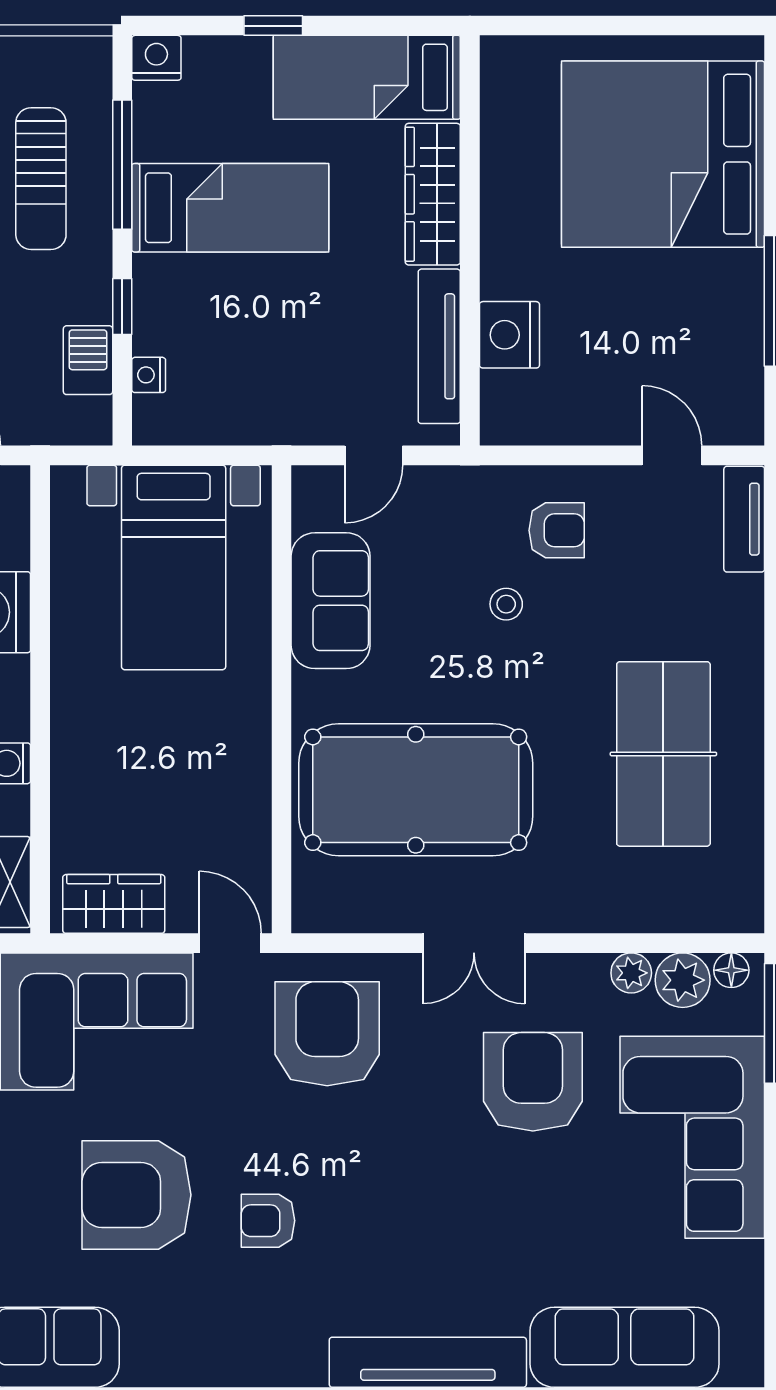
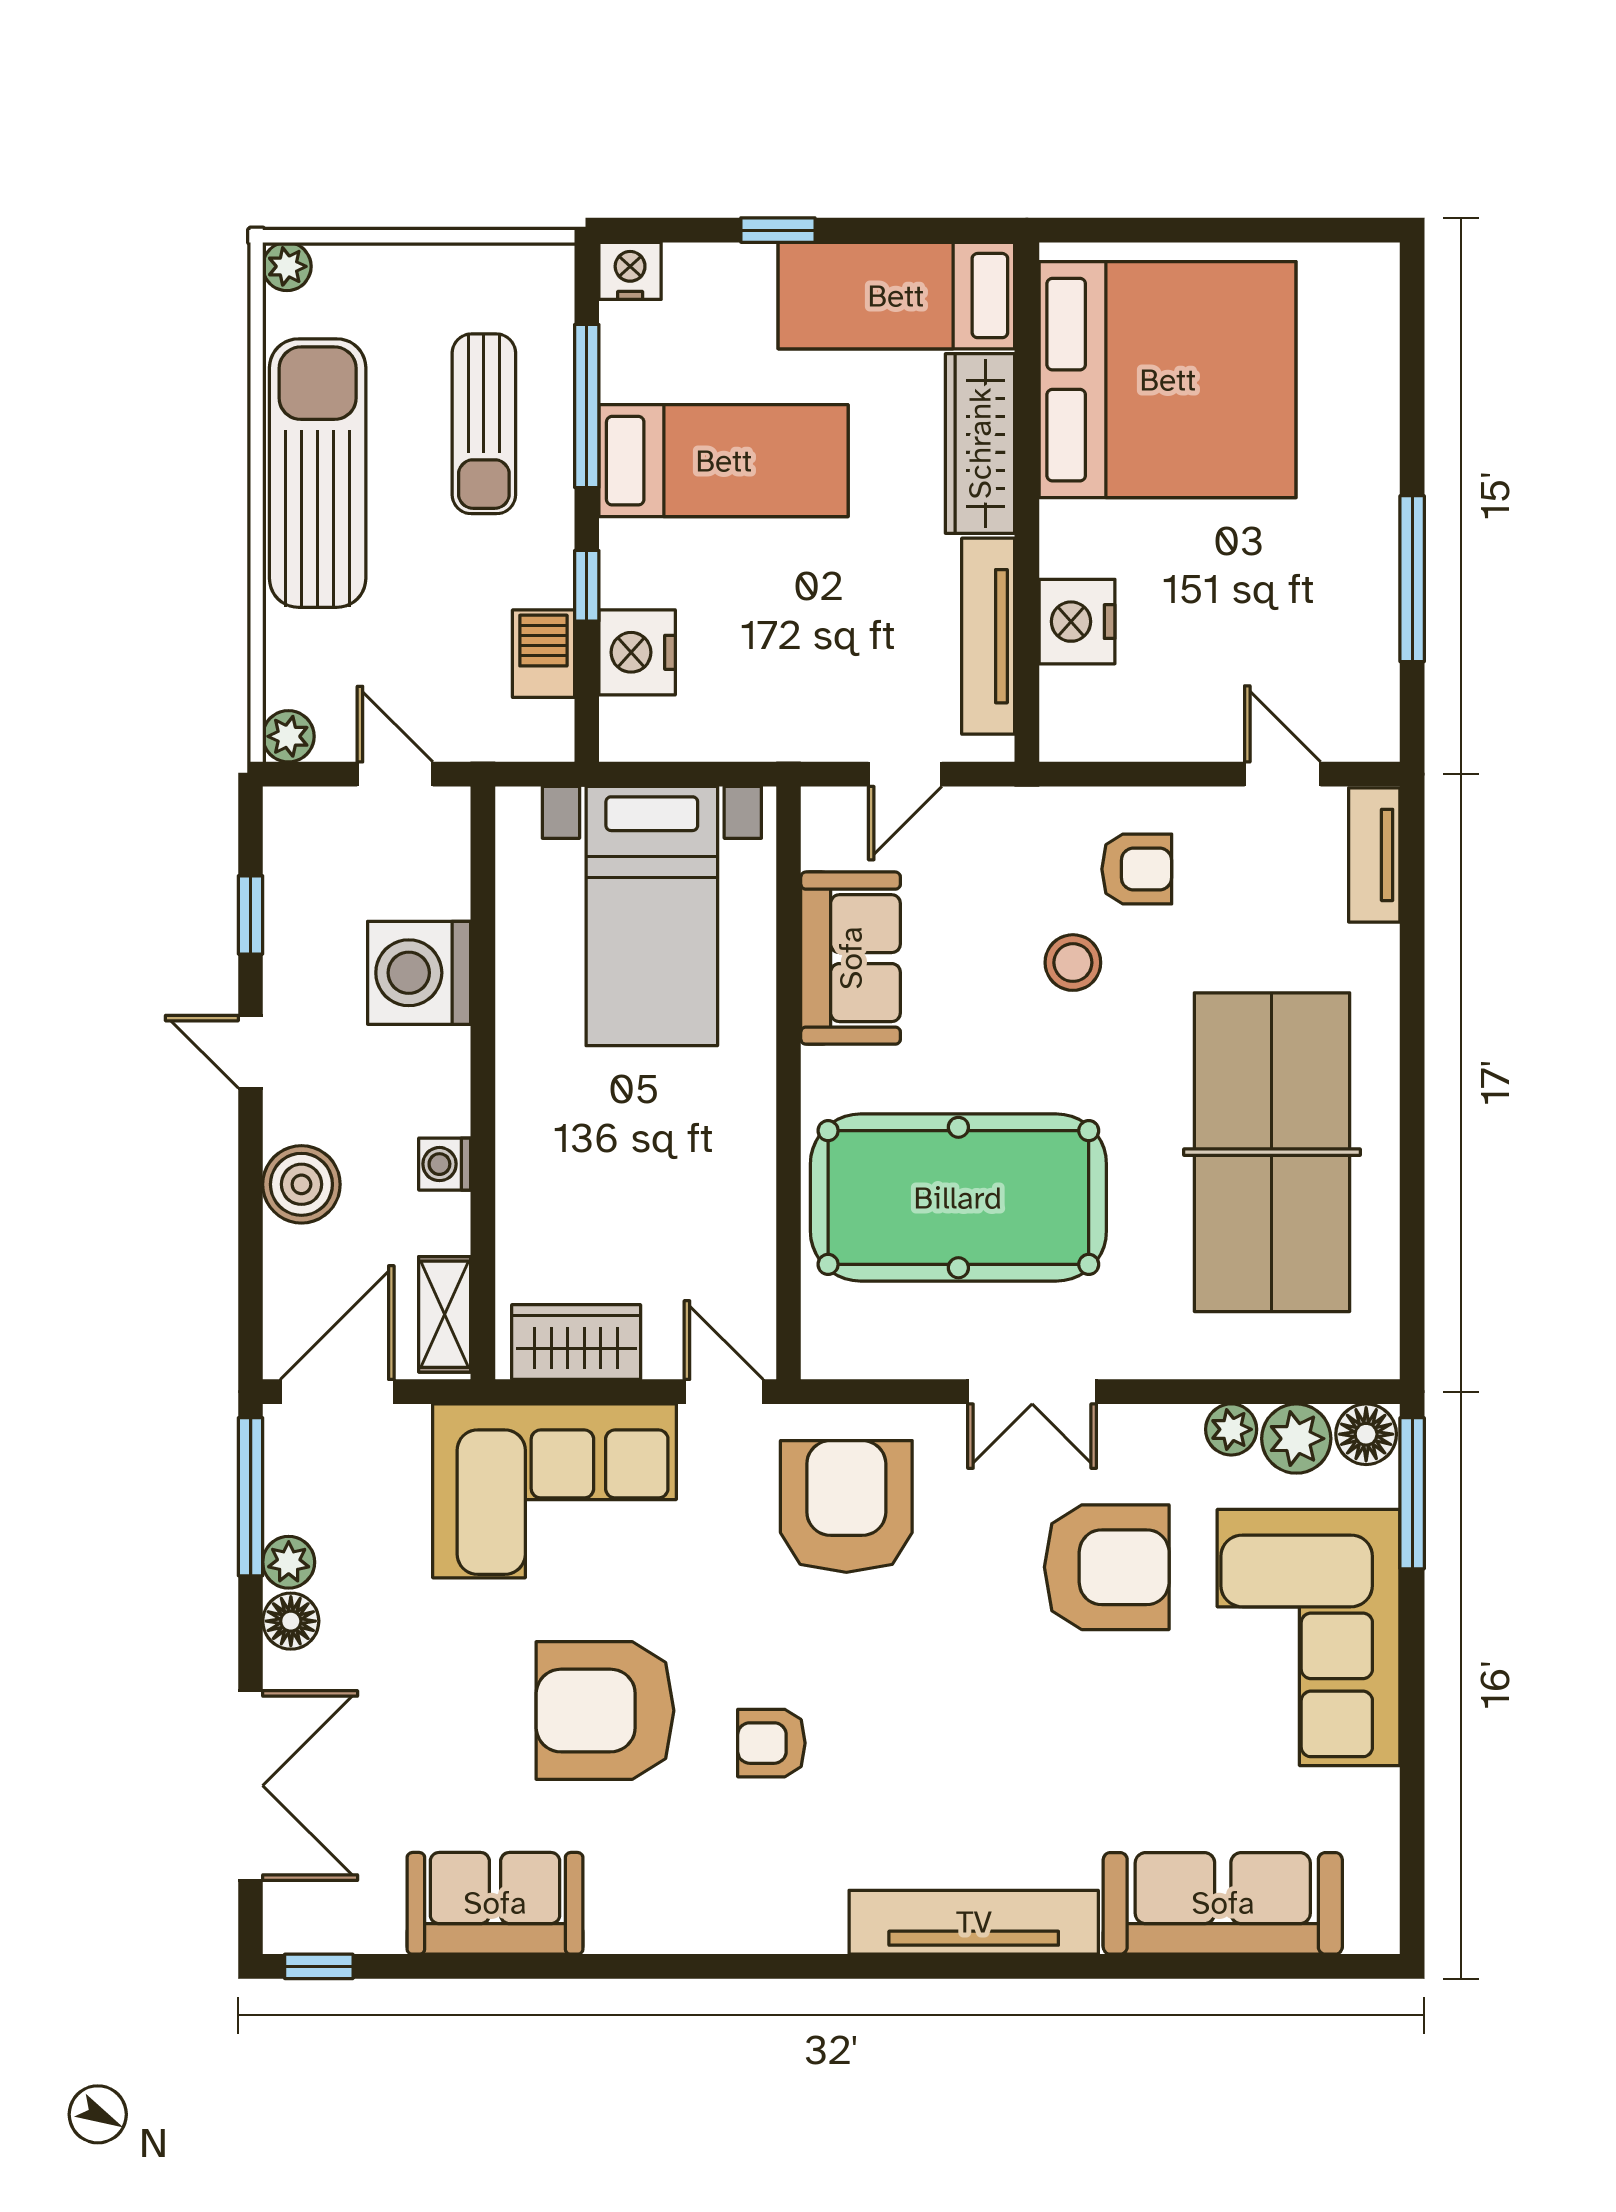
bed: (663, 154) -> (1168, 380), moved, turned 180
nightstand: (149, 375) -> (637, 652), width x1.89, depth x1.79
stool: (506, 604) -> (1073, 963), width x1.37, depth x1.37
table tennis table: (663, 754) -> (1272, 1152), width x1.36, depth x1.32
floor lamp: (731, 970) -> (1366, 1434), width x1.37, depth x1.37
armchair: (533, 1082) -> (1107, 1567), turned 90

